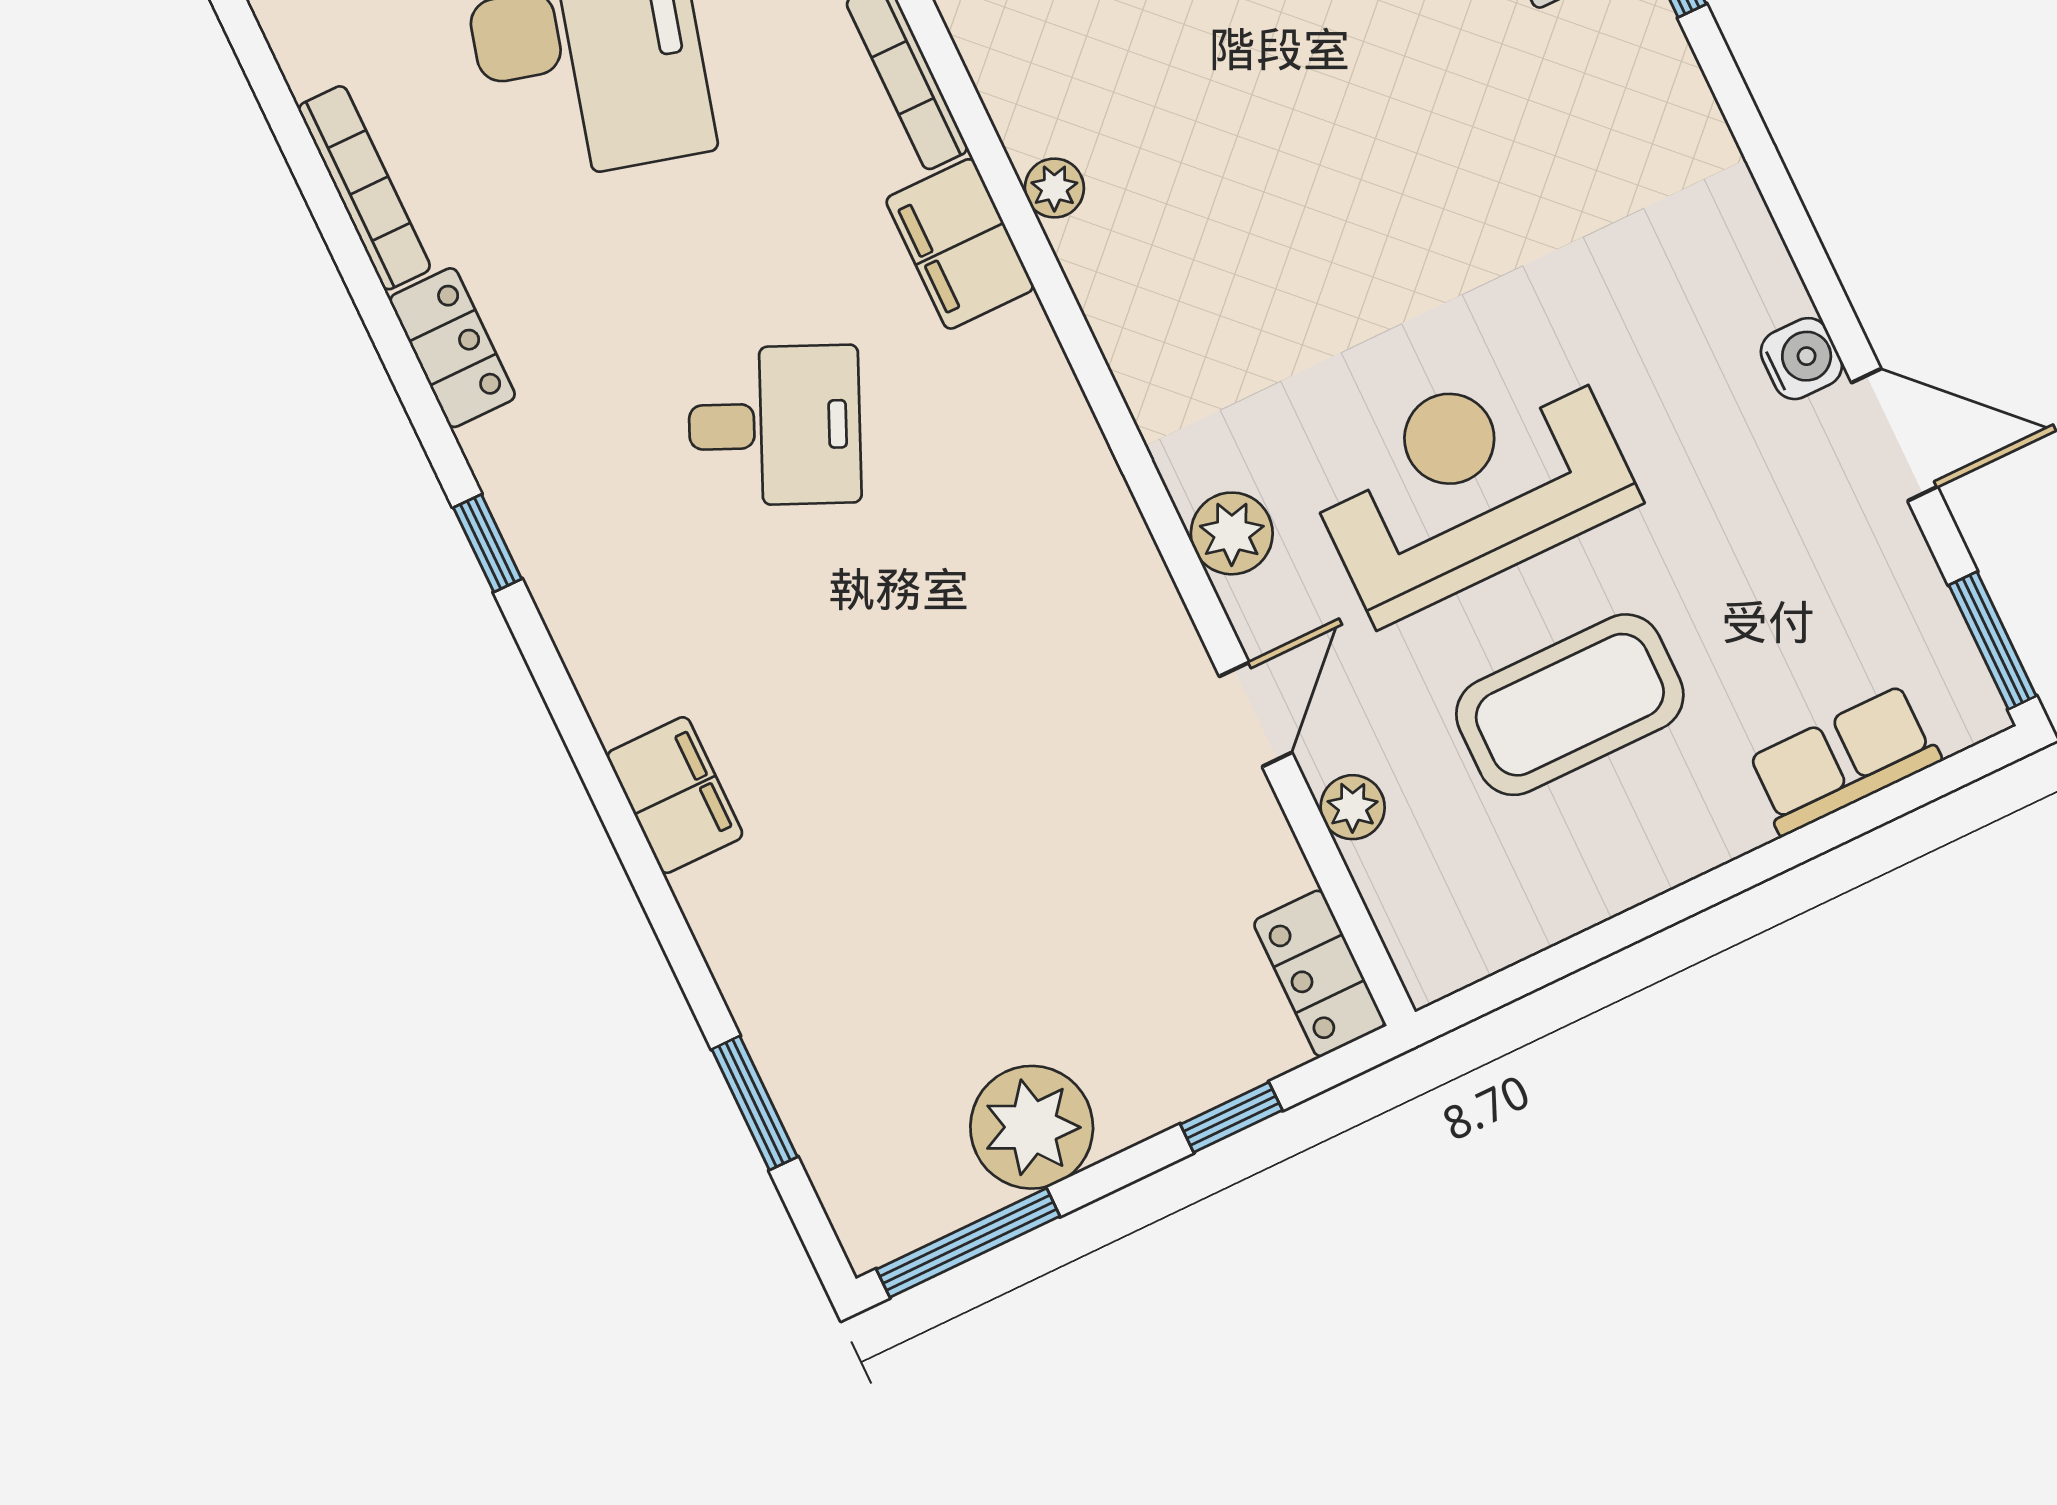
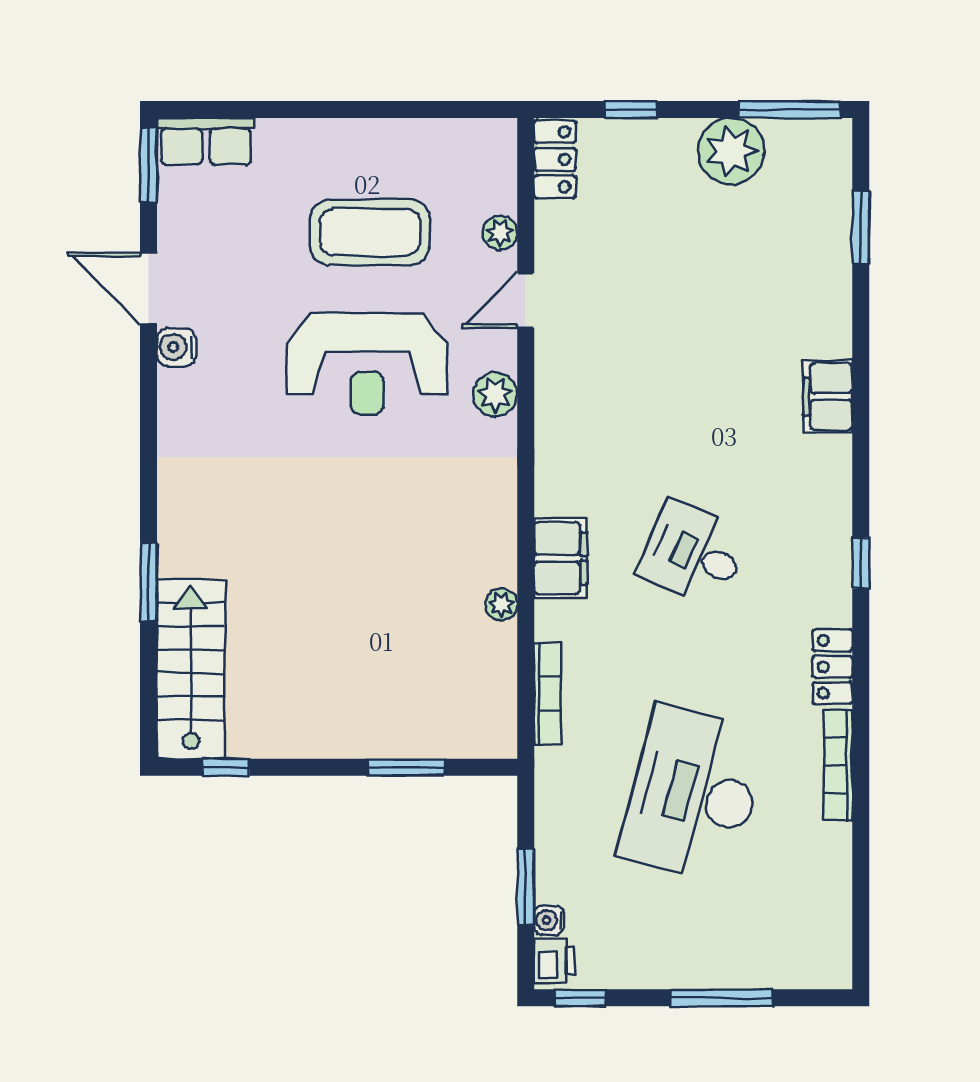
filing cabinet: (960, 244) -> (561, 558), moved
row of seats: (1843, 760) -> (206, 141), moved

